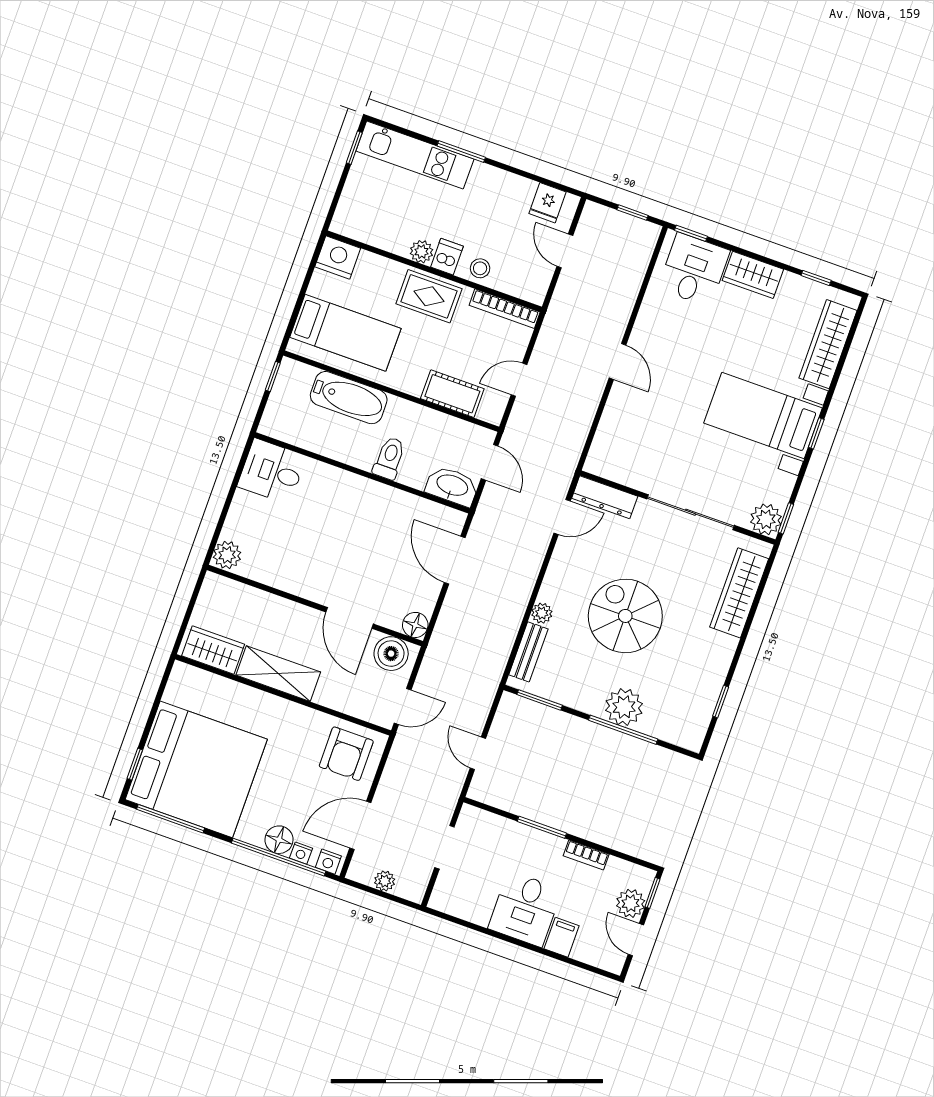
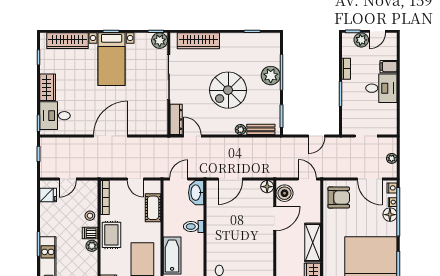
door: (617, 362) -> (111, 136), width x1.88

